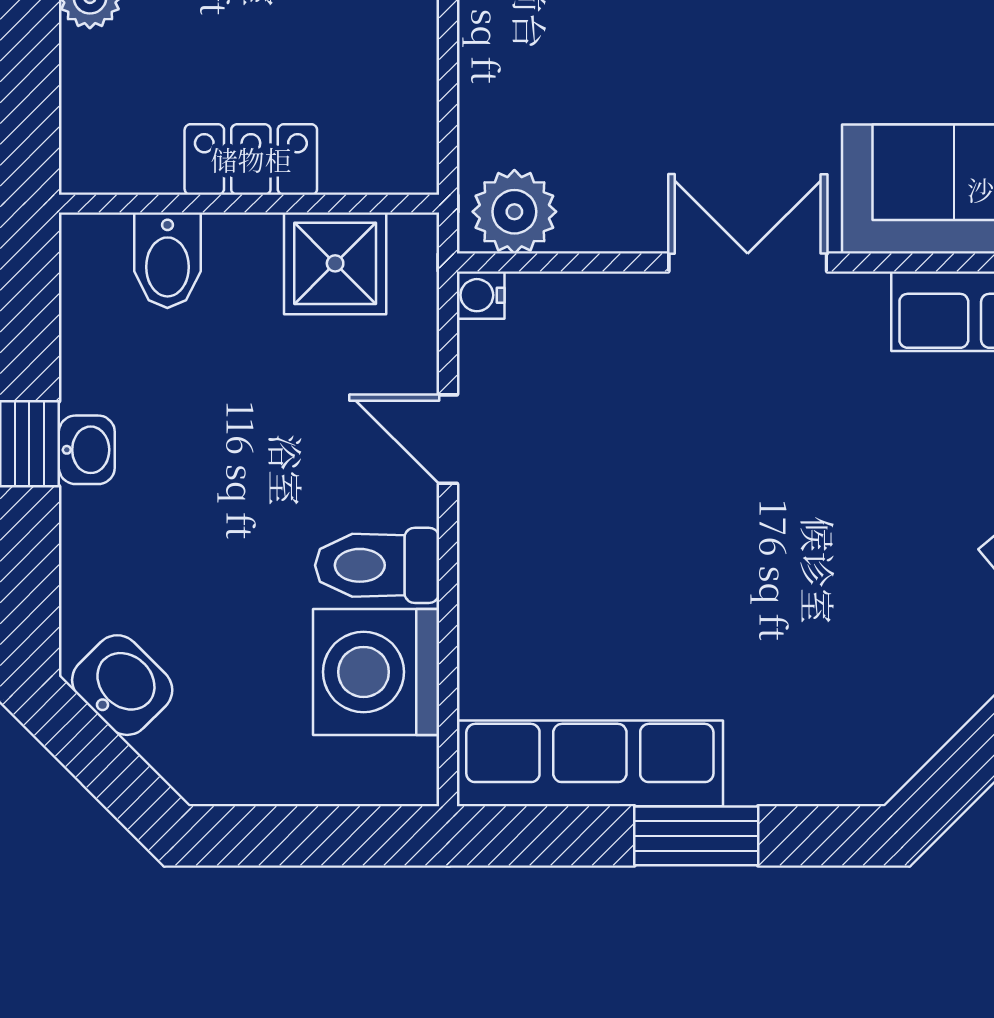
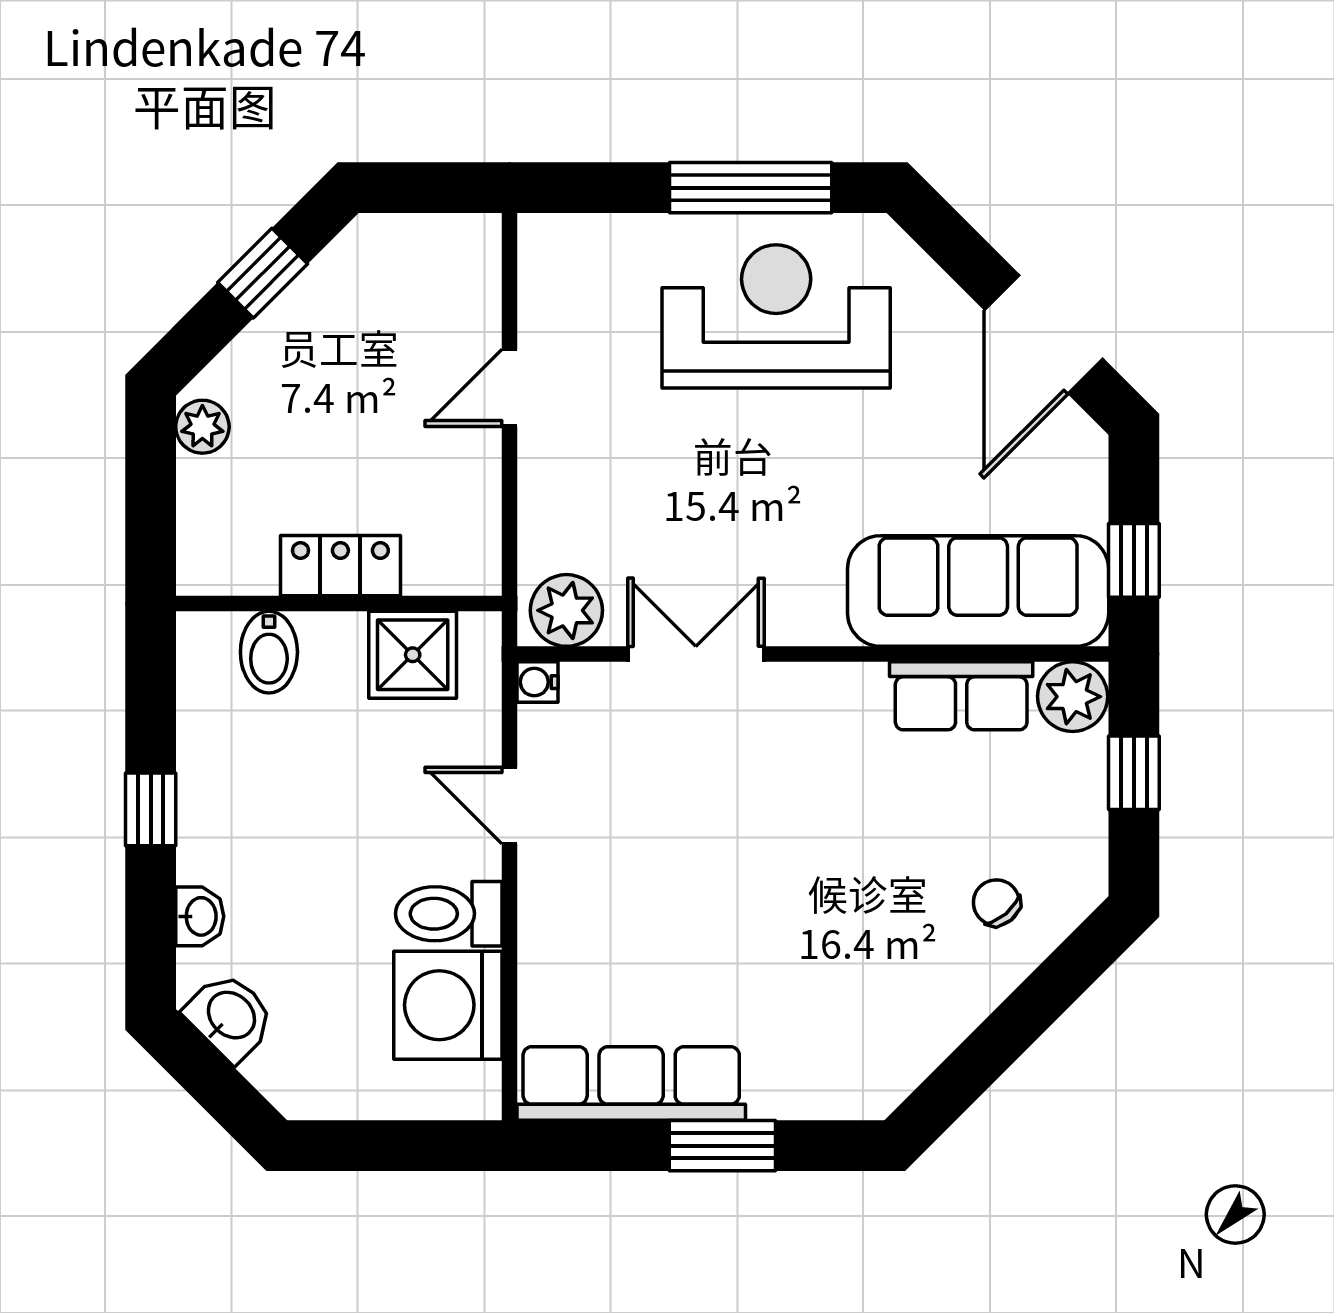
double door: (748, 263) -> (696, 654), moved
washbasin: (87, 450) -> (200, 916), moved

